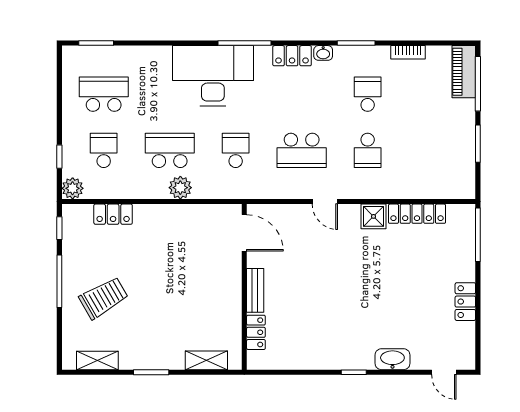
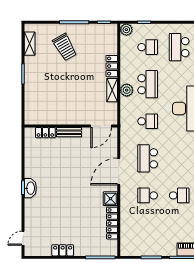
school desk: (104, 94) -> (179, 47), turned 180
door: (325, 202) -> (119, 171), width x1.87
locker: (113, 214) -> (112, 66), moved
washbasin: (392, 359) -> (30, 188), moved
shelving: (206, 360) -> (112, 90), moved

